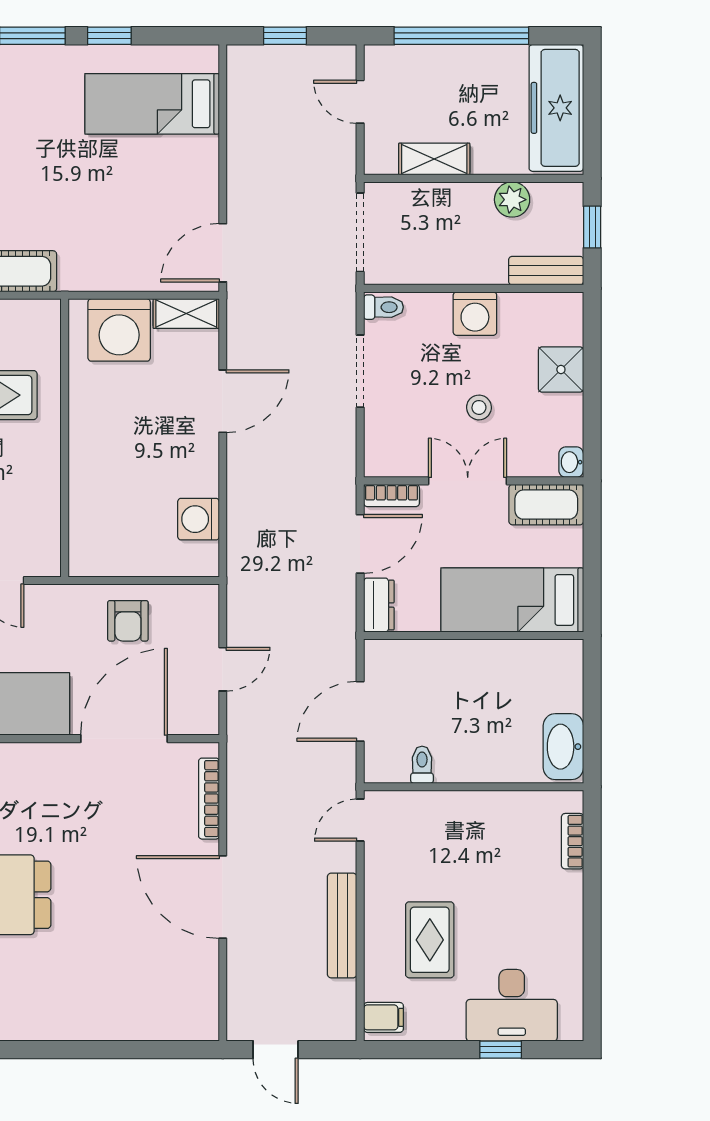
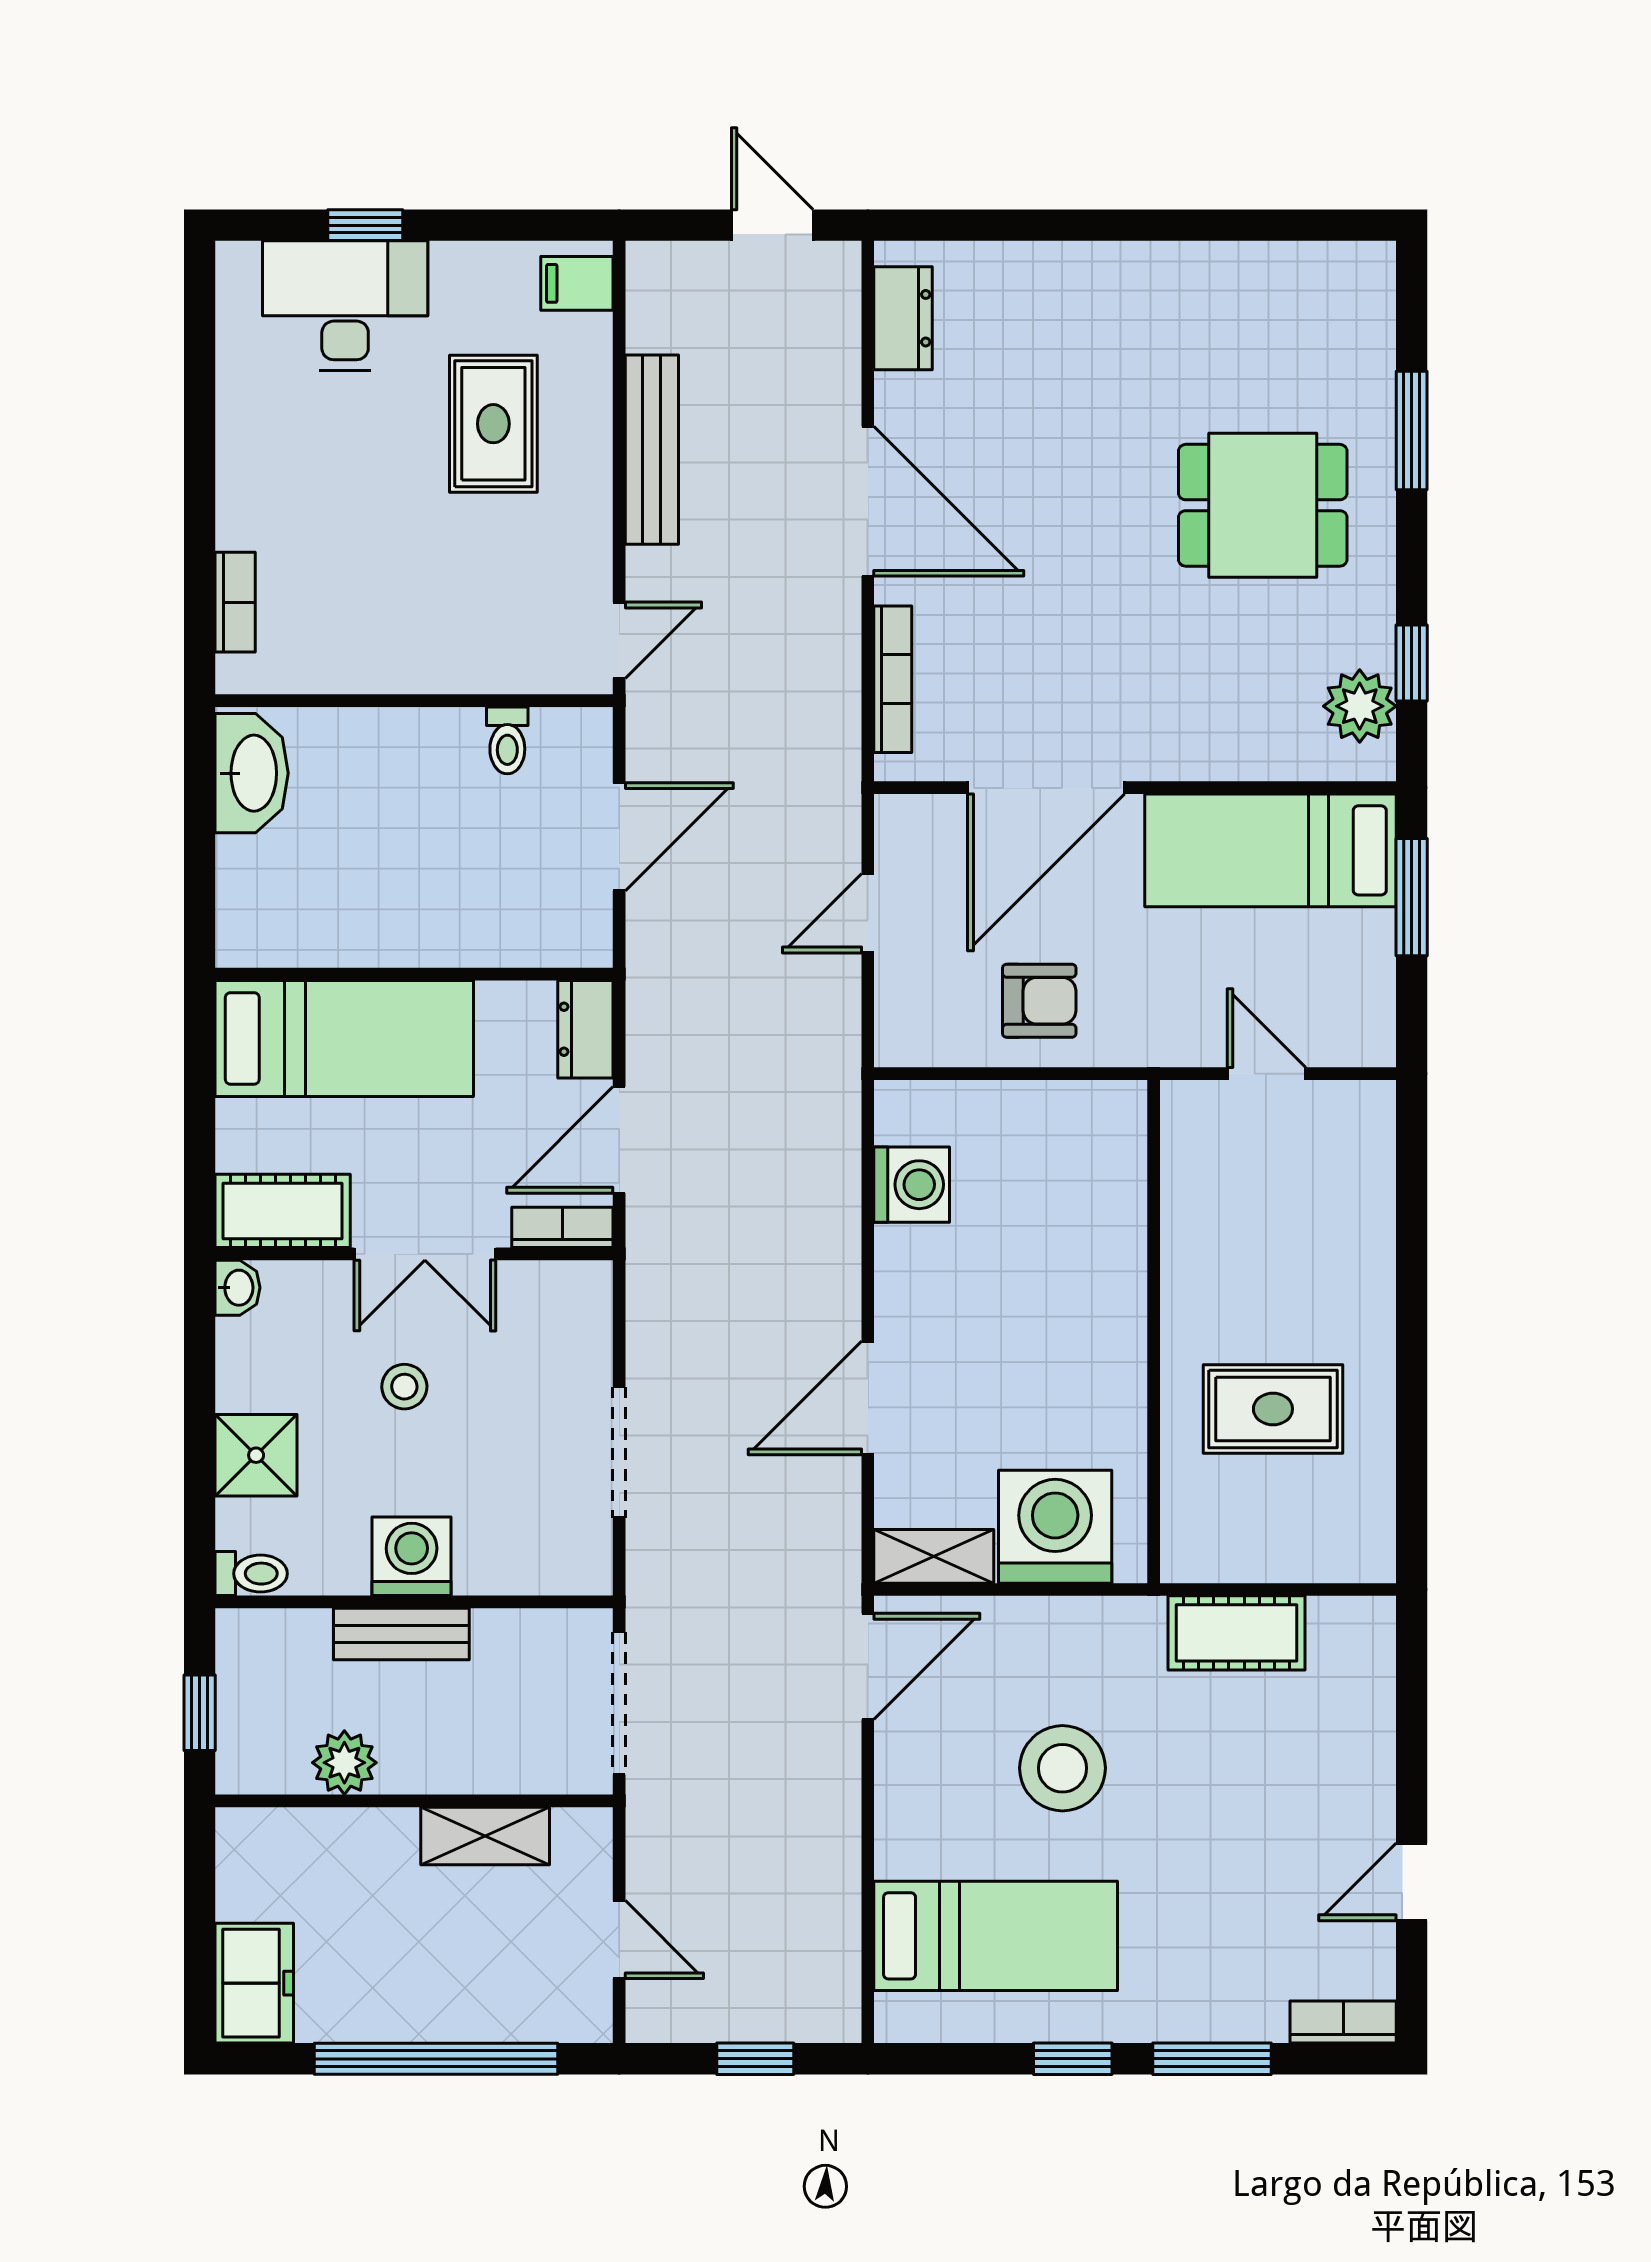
freezer: (556, 108) -> (254, 1983), width x0.52, depth x0.79
stool: (115, 196) -> (1062, 1768), added
bench: (546, 271) -> (401, 1634), moved
toilet: (384, 307) -> (251, 1574), moved, turned 180
armchair: (128, 621) -> (1039, 1001), turned 90
dresser: (203, 998) -> (903, 318), added

